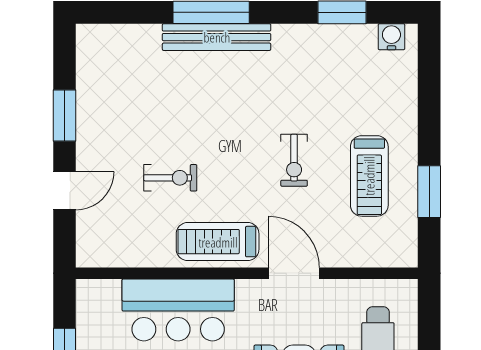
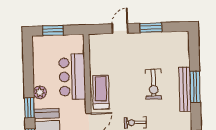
exercise bike: (170, 178) -> (153, 84), moved, width x1.38, depth x1.39
door: (64, 191) -> (120, 29), swing flipped

